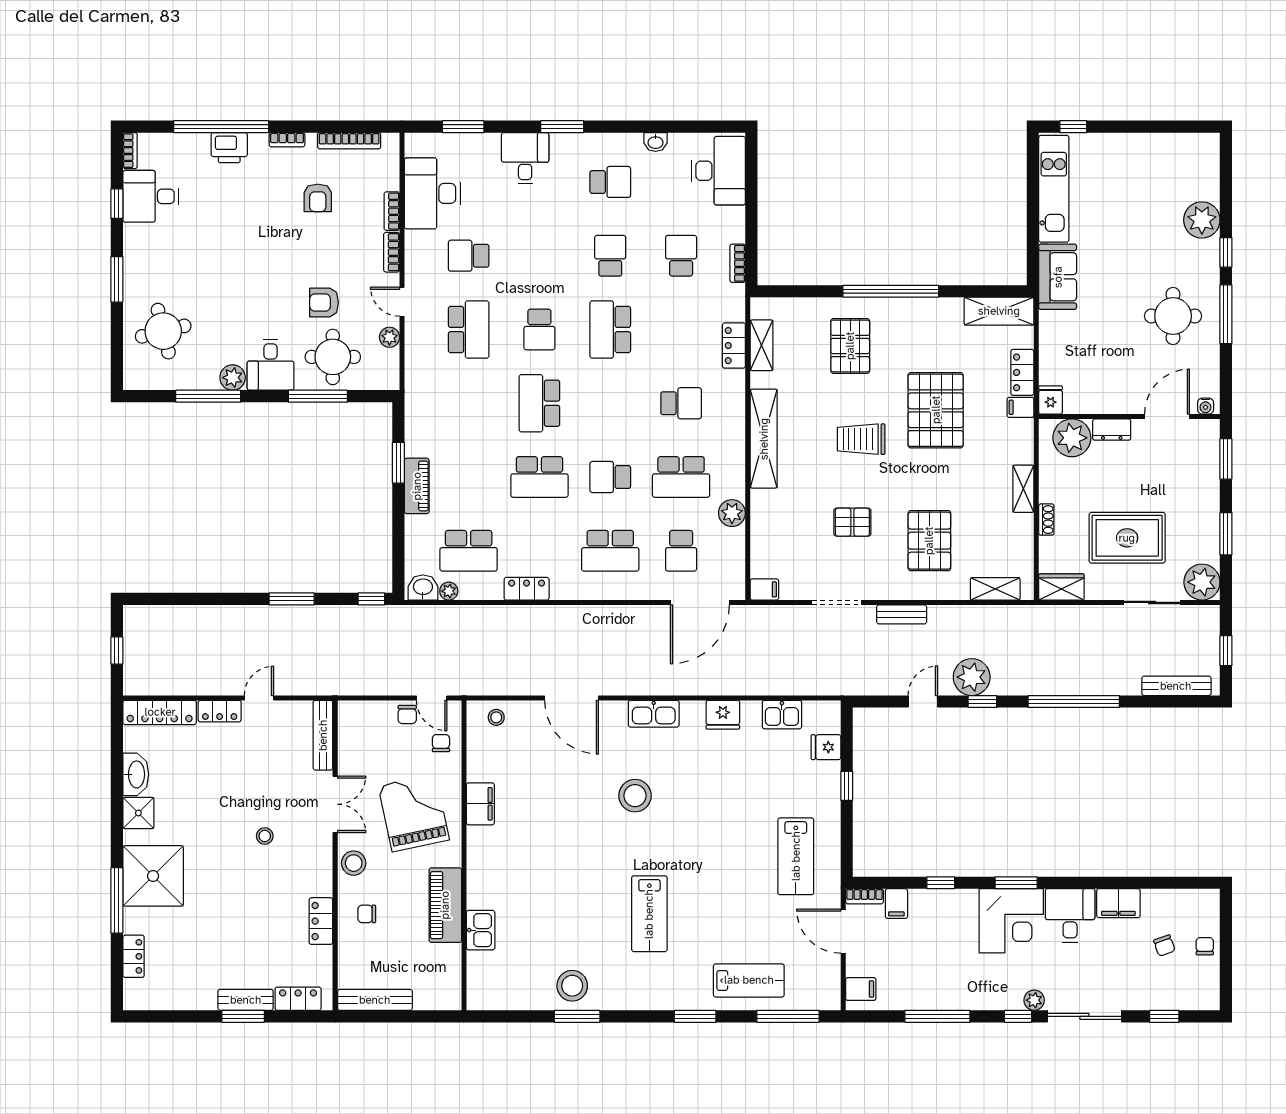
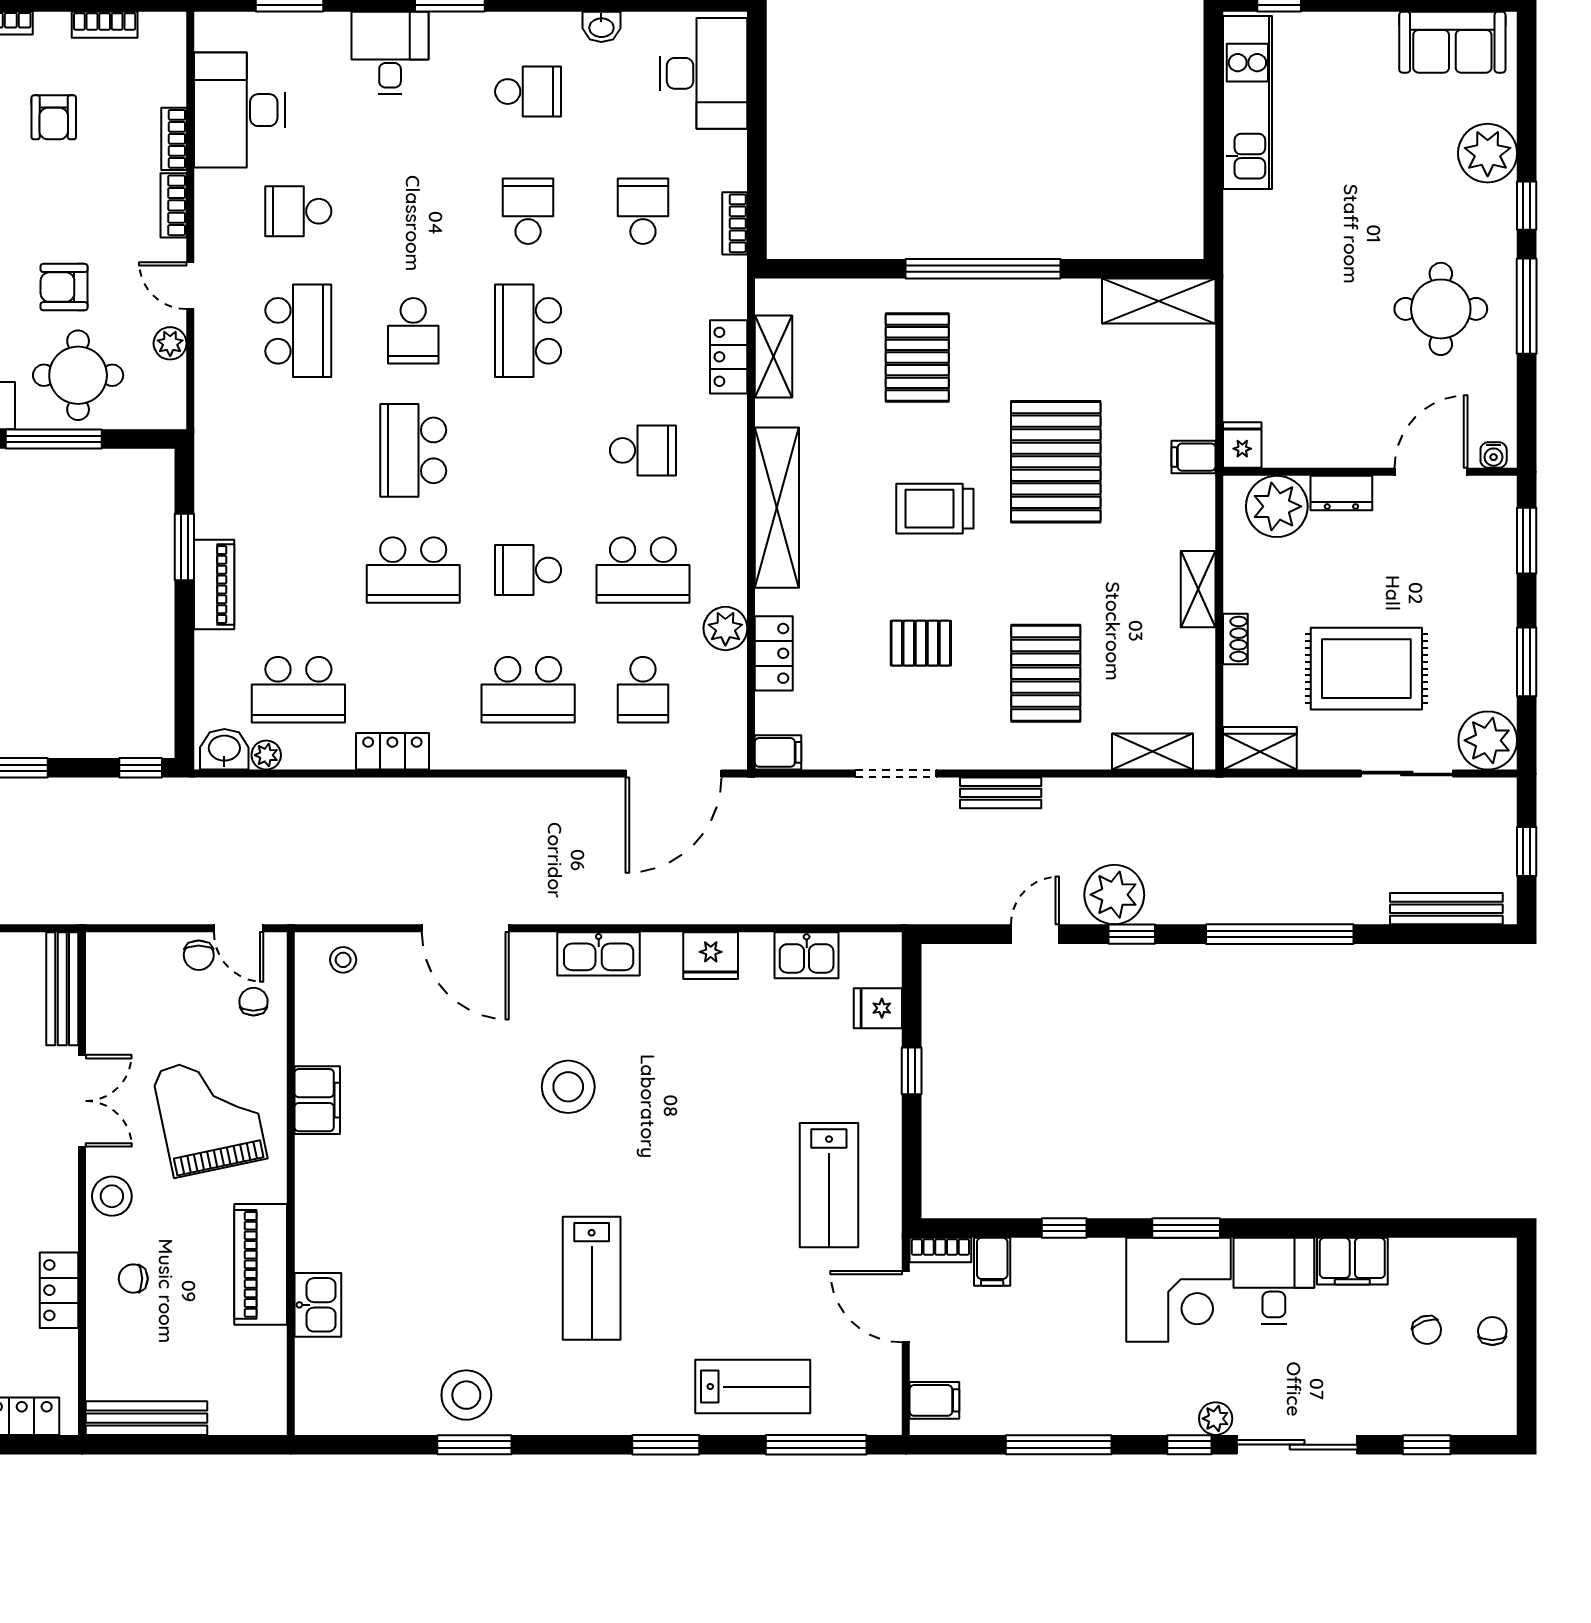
bookcase: (349, 141) -> (105, 25), width x0.64
sofa: (1058, 277) -> (1452, 42), moved, turned 90
locker: (1022, 372) -> (774, 653), moved, turned 180

